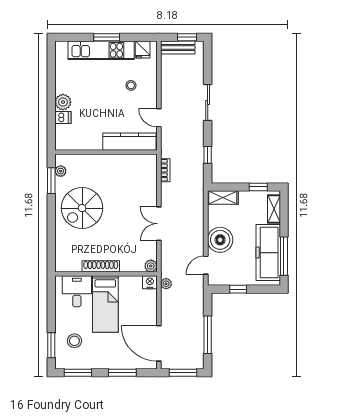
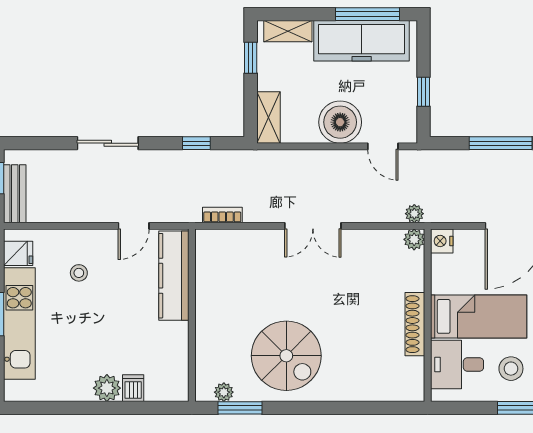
shoe rack: (101, 266) -> (415, 324), moved
plant: (151, 266) -> (414, 239), moved
wall: (106, 274) -> (428, 315), moved
nightstand: (150, 282) -> (442, 241), moved
desk: (77, 291) -> (457, 364), moved
bed: (105, 304) -> (479, 316), moved

